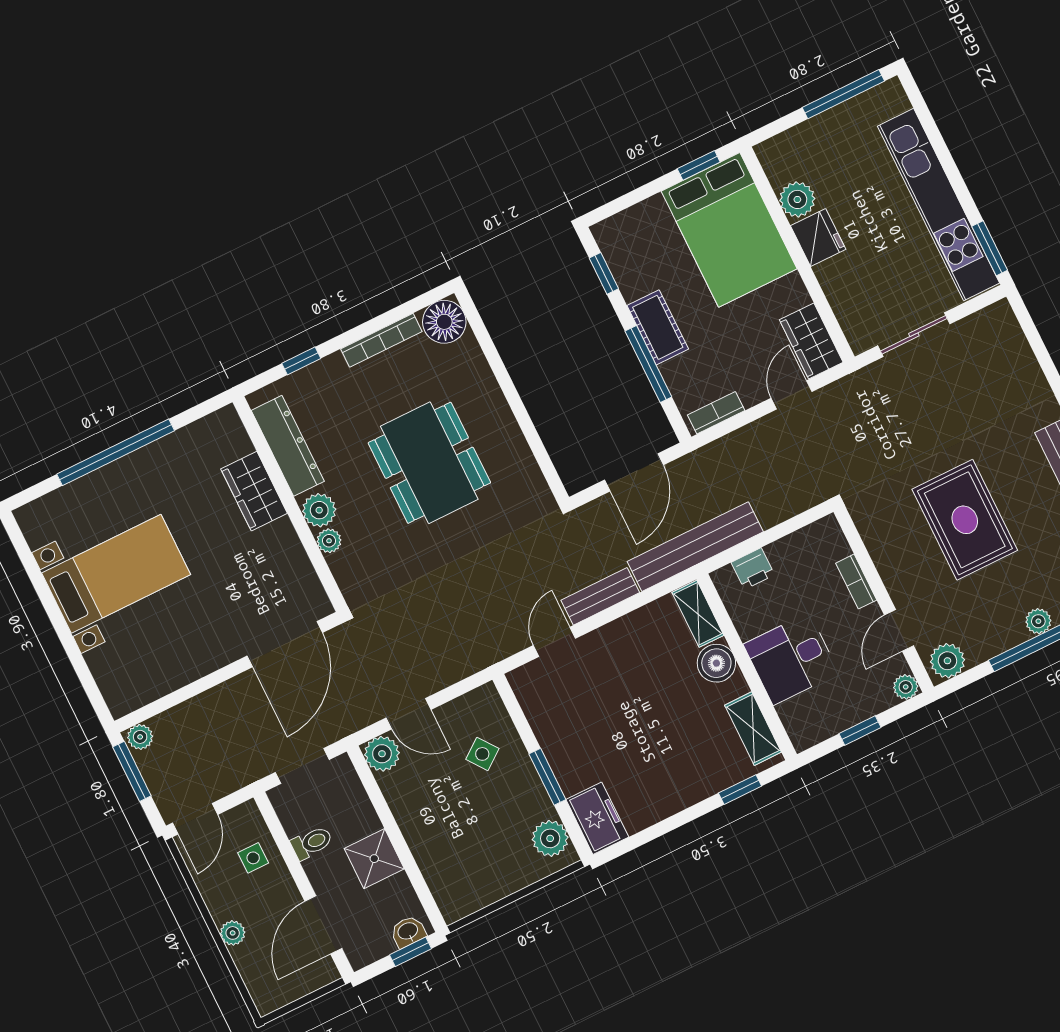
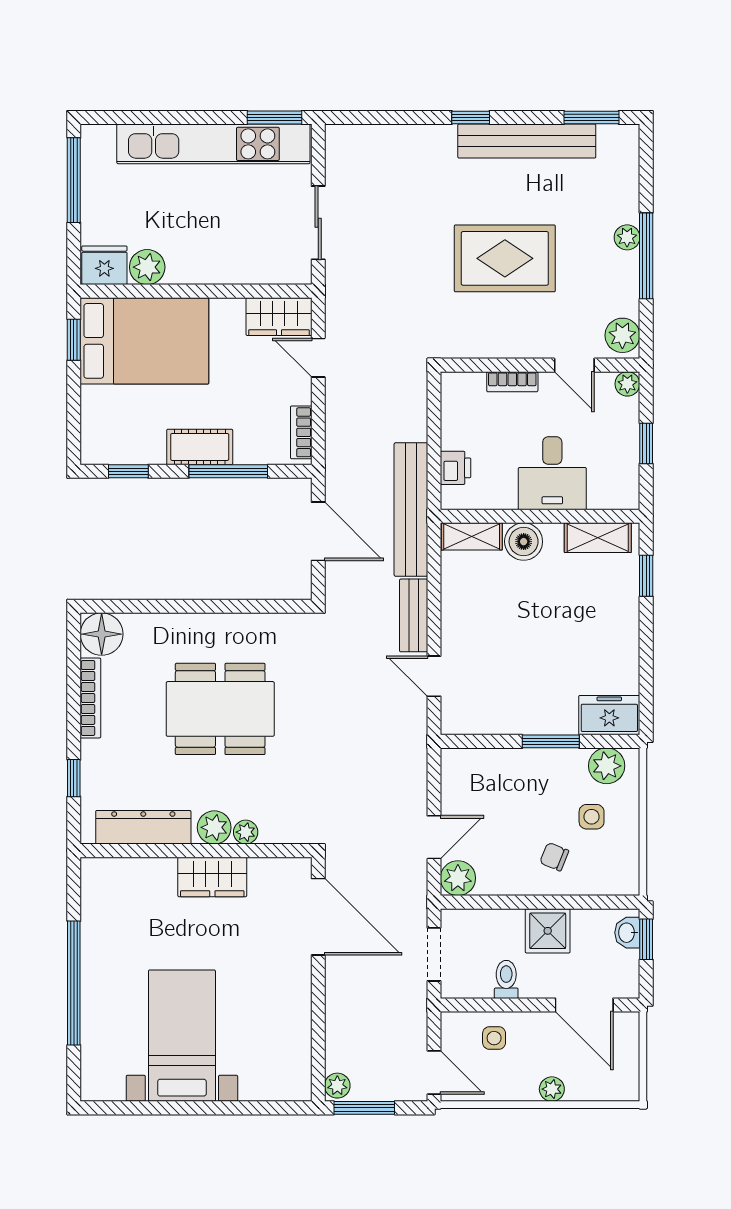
fridge: (818, 237) -> (104, 265), moved
wardrobe: (254, 491) -> (212, 877), moved
side table: (482, 754) -> (592, 817), moved, turned 37
chair: (444, 831) -> (554, 857), added

